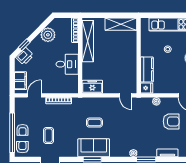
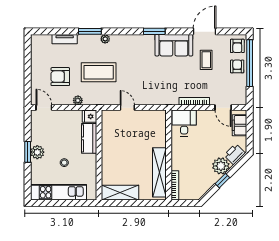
plant: (48, 35) -> (221, 166), moved
window: (24, 45) -> (222, 181), moved
desk: (67, 64) -> (184, 123), moved, turned 90
freezer: (92, 87) -> (154, 118), removed
door: (34, 95) -> (223, 108), hinge flipped
door: (126, 95) -> (127, 108), moved
coffee table: (94, 123) -> (99, 72), moved, width x1.86, depth x1.72
sofa: (94, 148) -> (174, 45), moved

